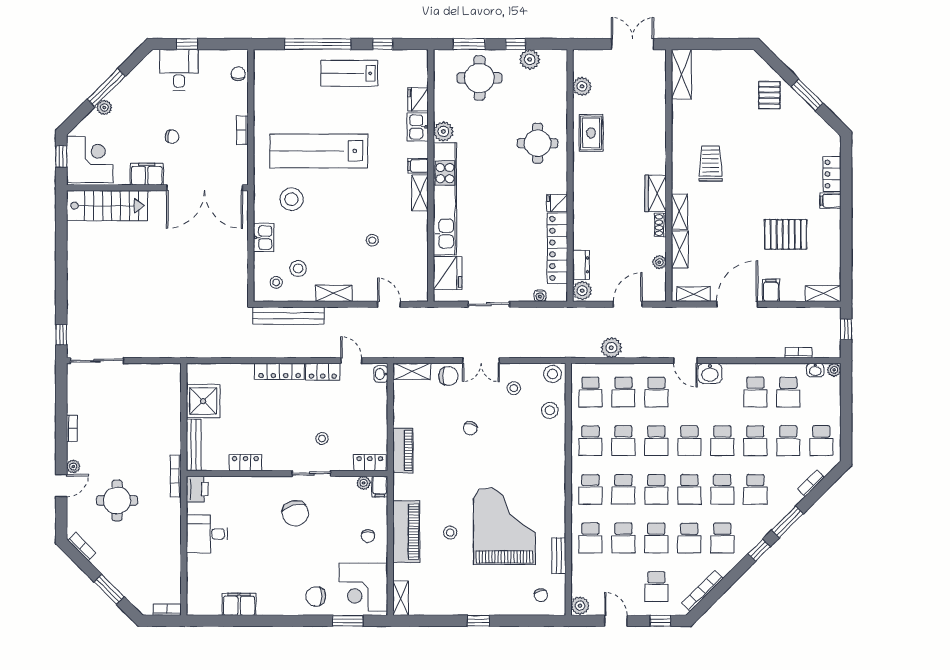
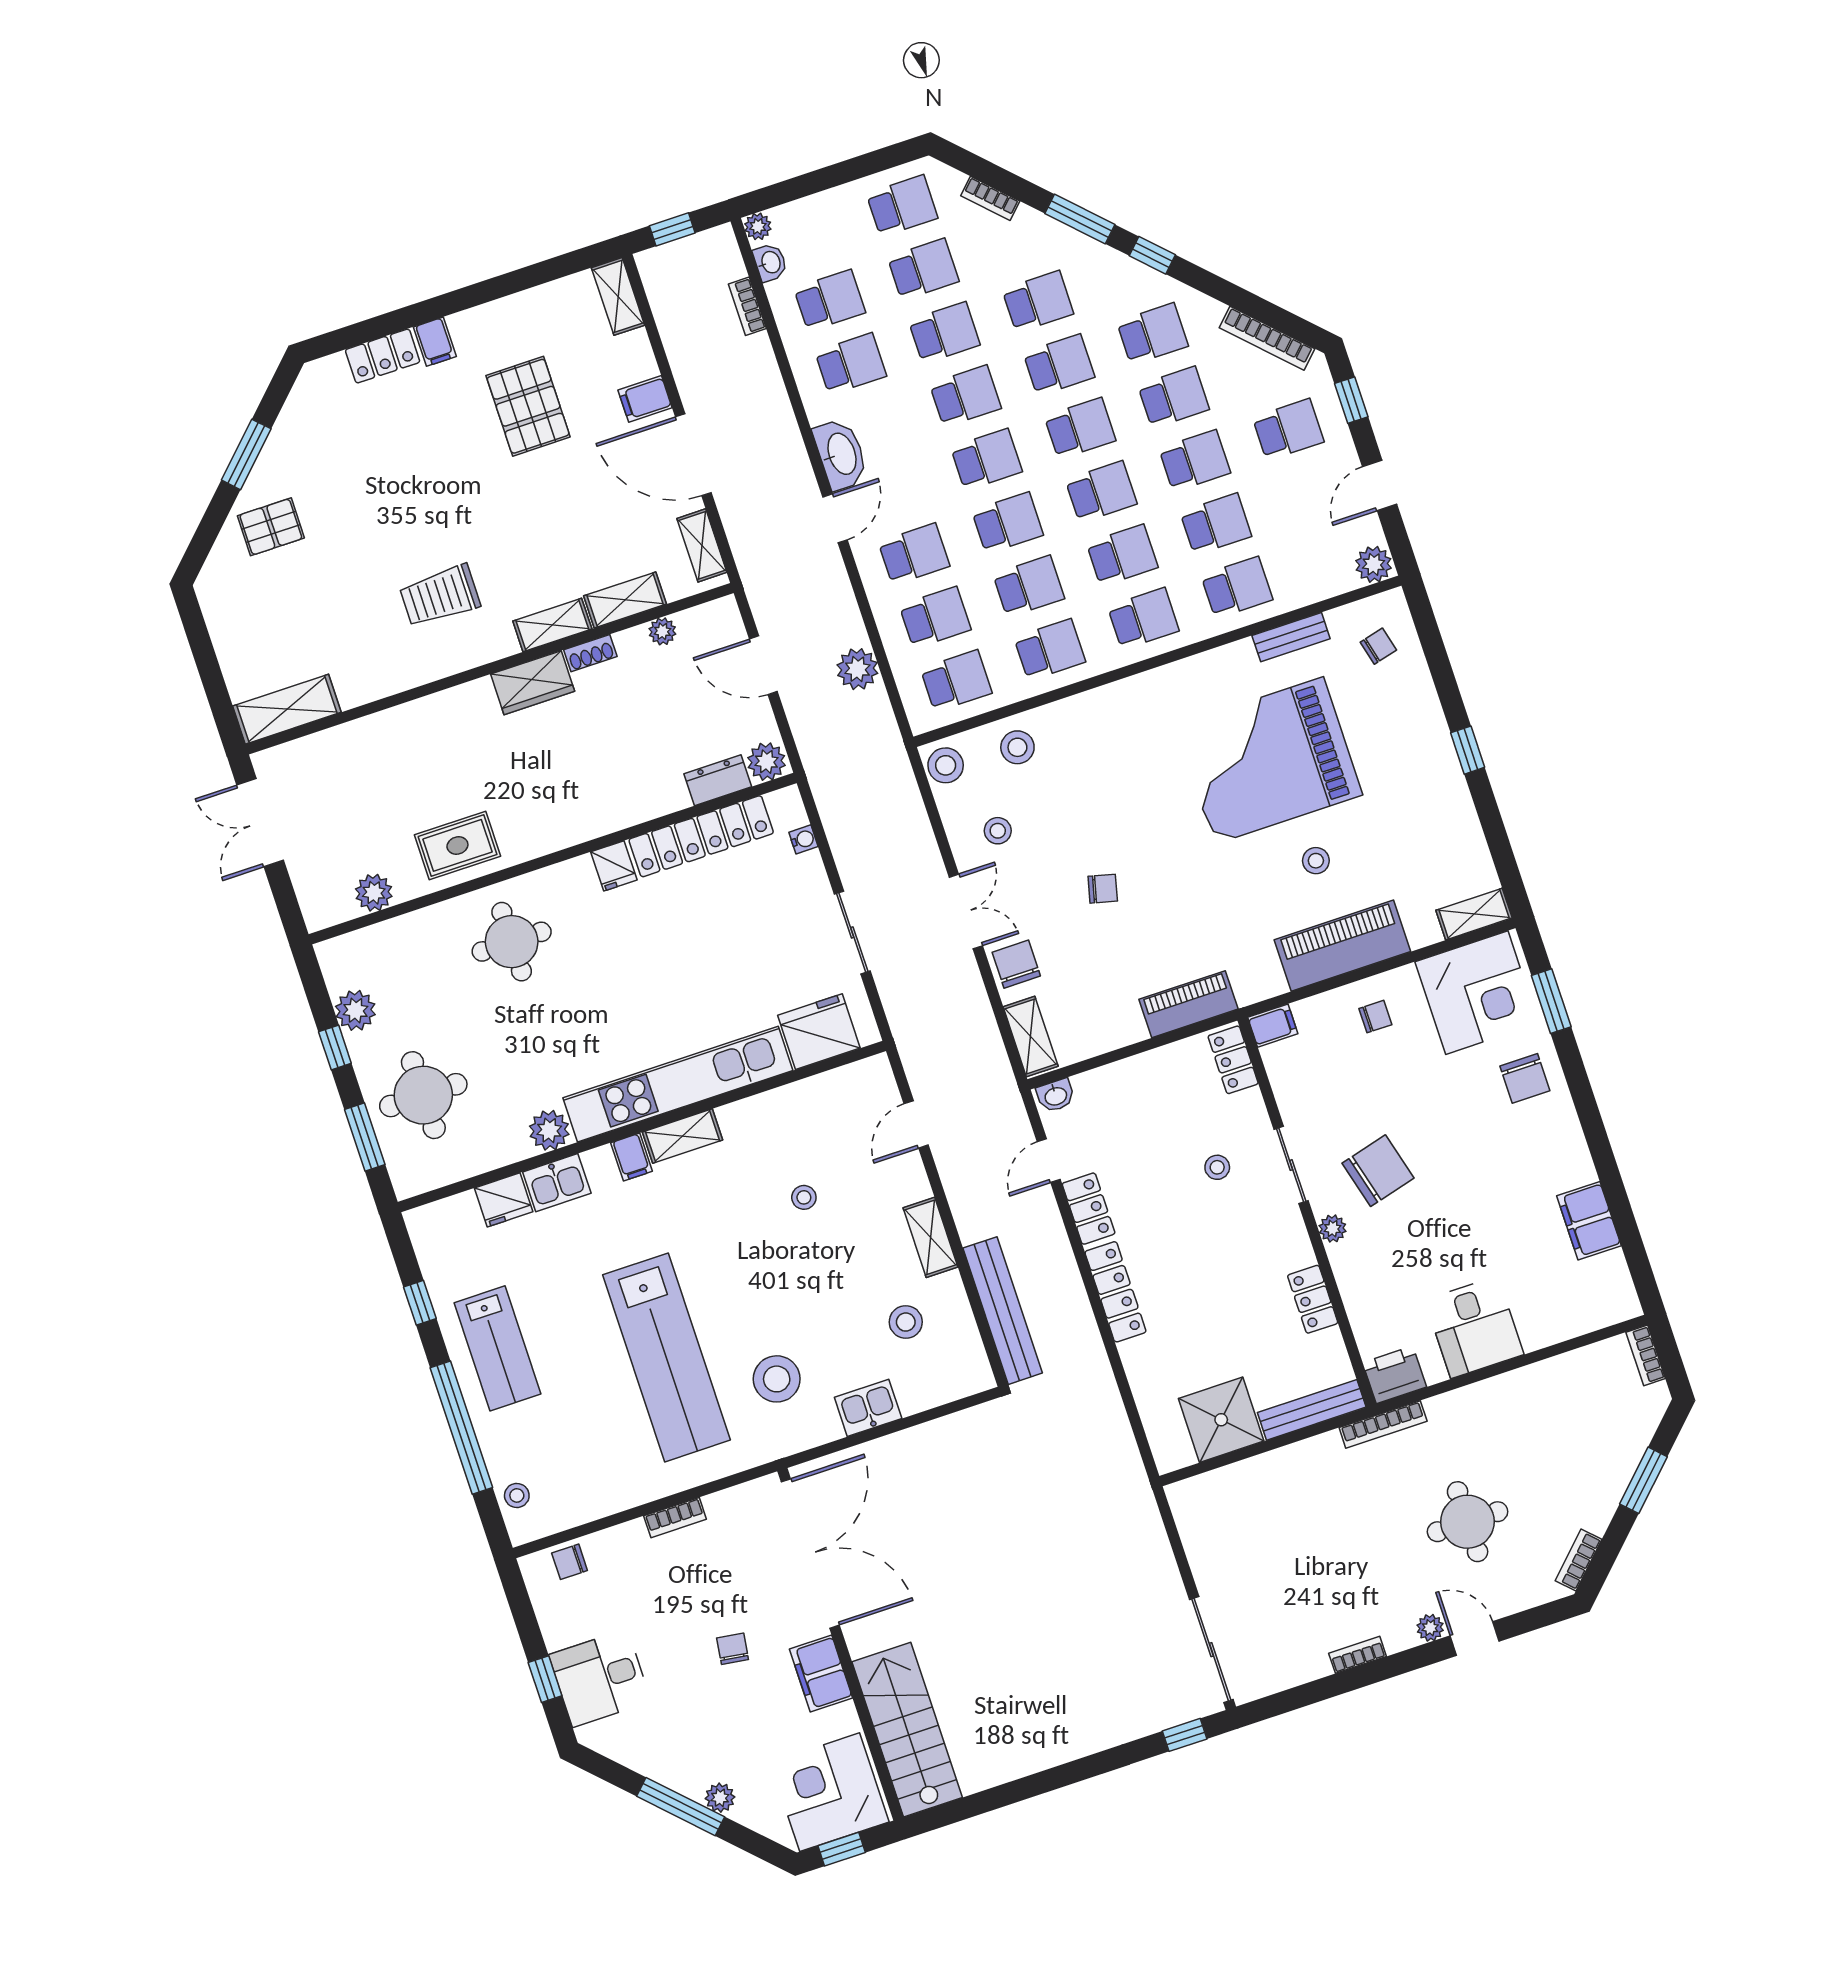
stool: (276, 282) -> (517, 1495), moved
washbasin: (710, 373) -> (841, 454), width x1.38
plant: (364, 483) -> (1333, 1229), moved

